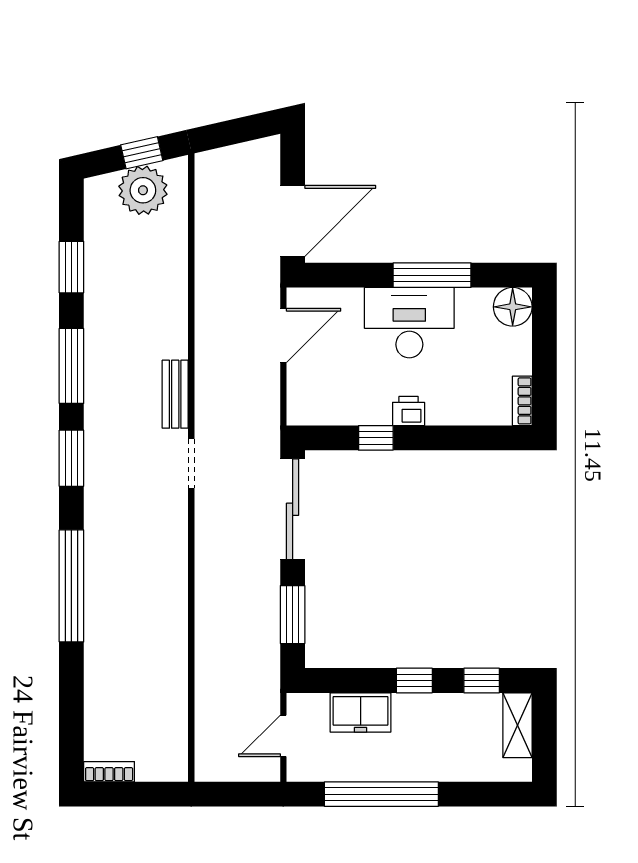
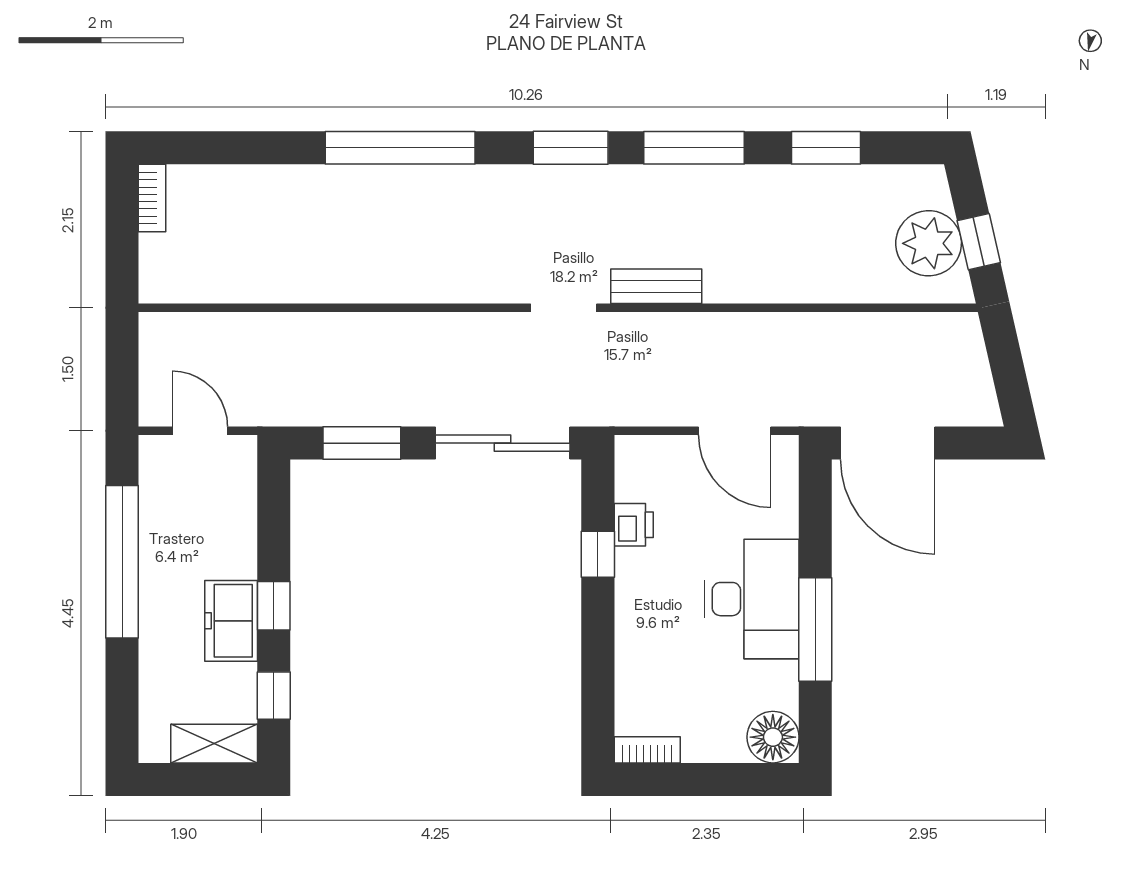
printer: (409, 411) -> (634, 525), moved
freezer: (361, 712) -> (231, 621), moved

